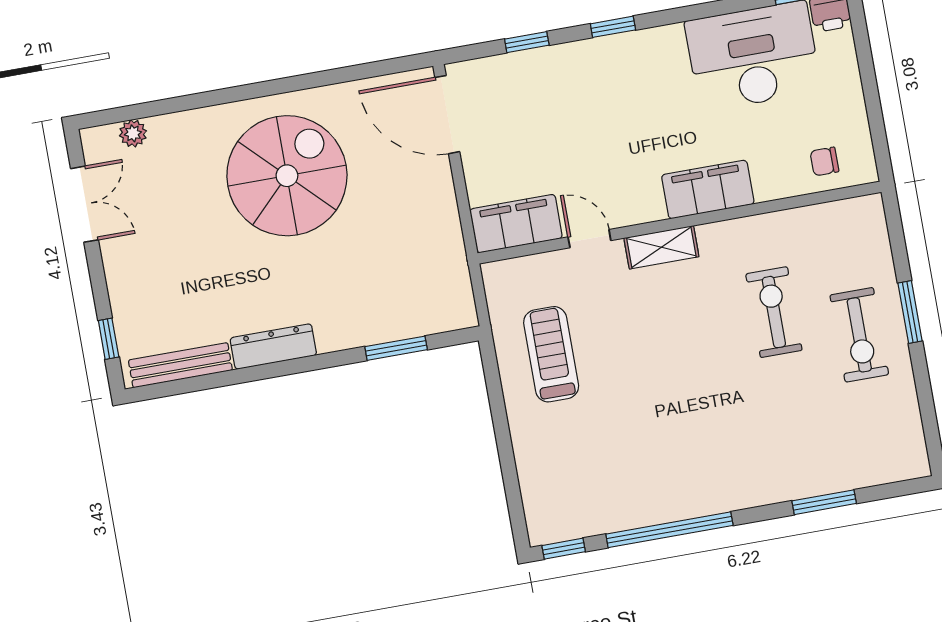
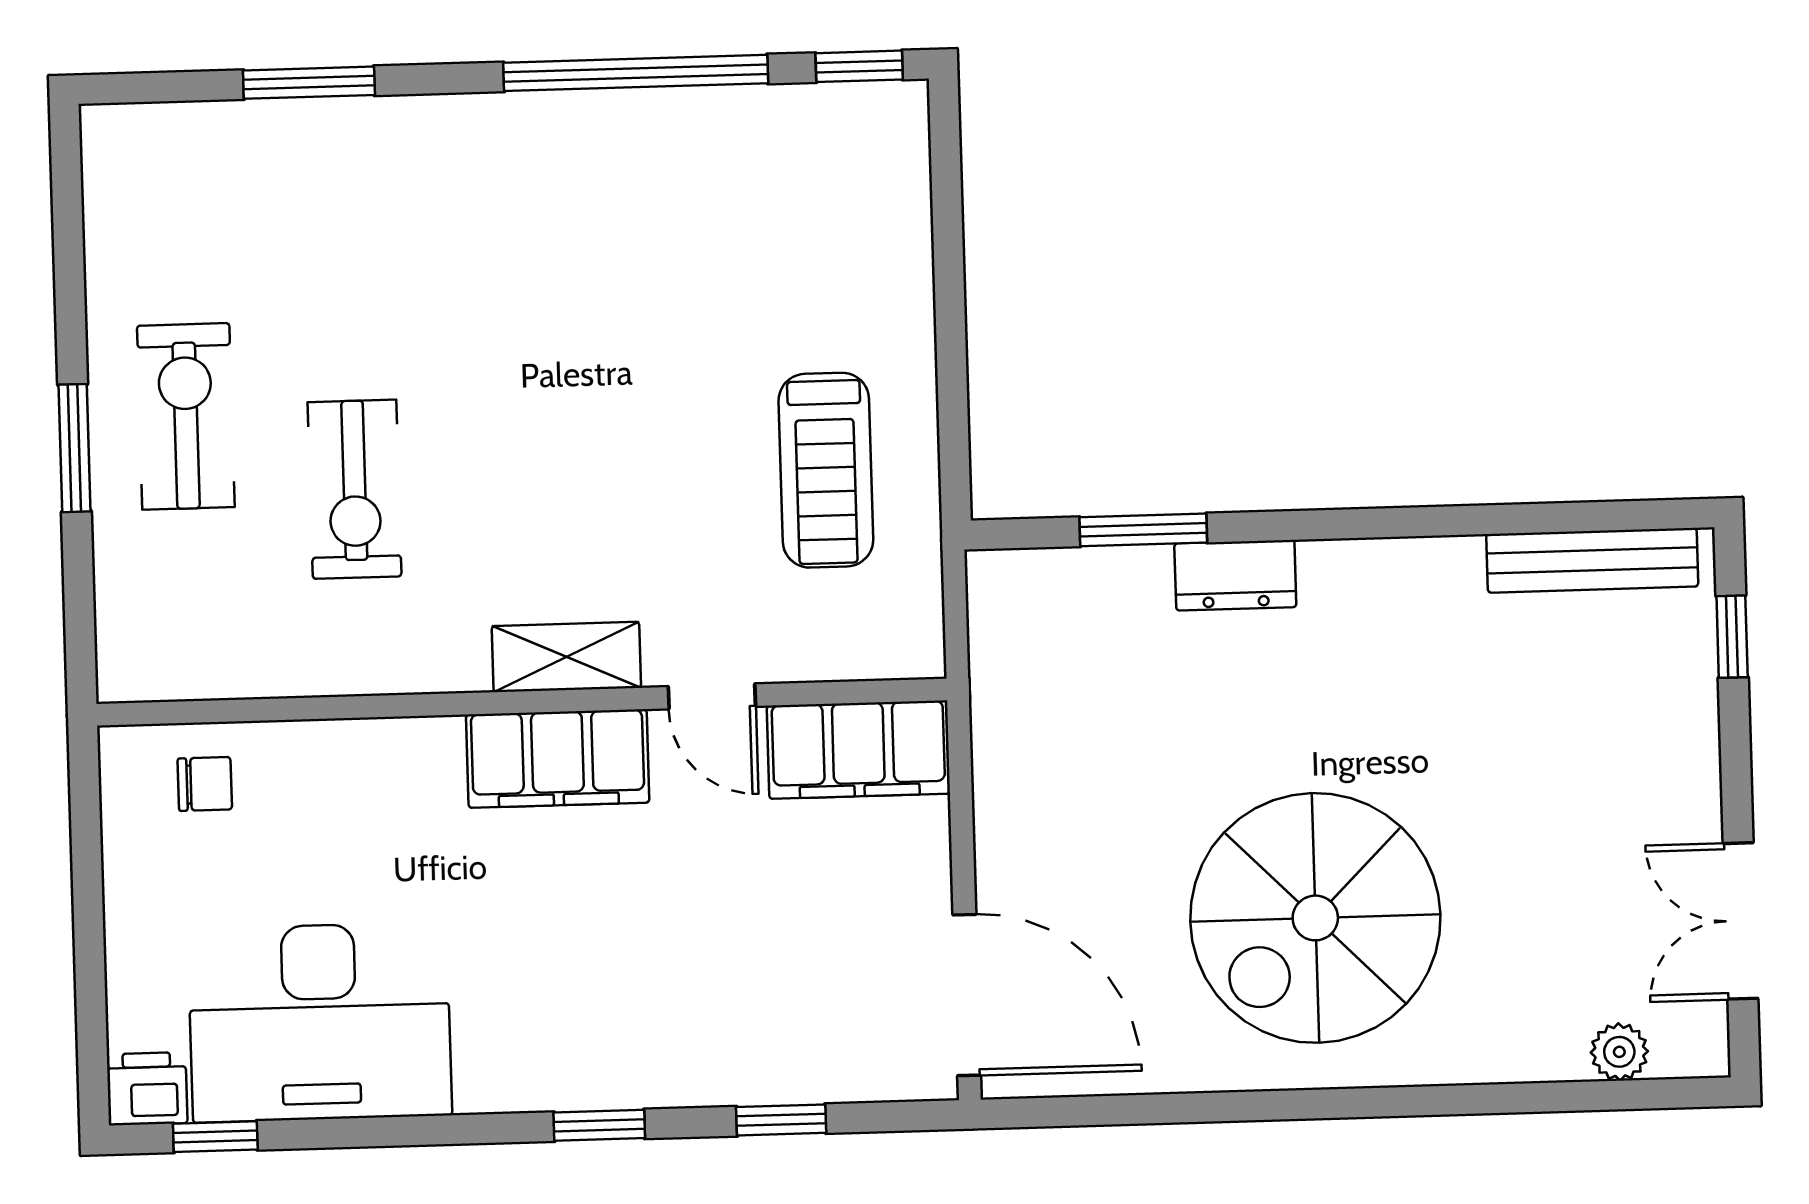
filing cabinet: (708, 189) -> (558, 759), moved
dresser: (273, 347) -> (1235, 575), moved, width x0.70

